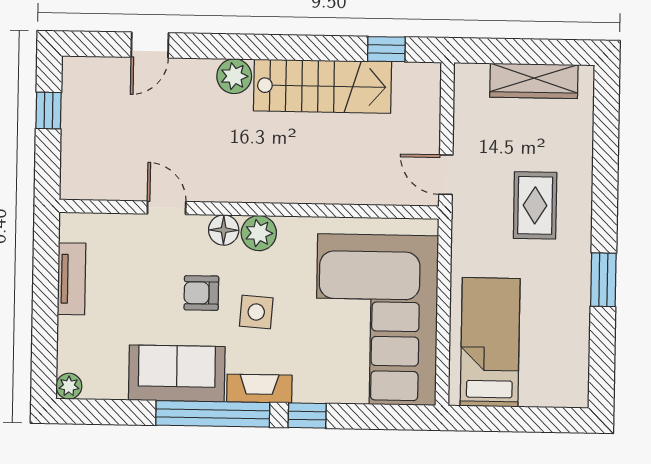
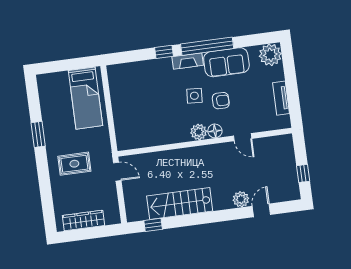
plant: (234, 76) -> (241, 199), moved
rug: (535, 205) -> (74, 164), turned 90
corner sofa: (377, 320) -> (139, 101), removed
plant: (69, 386) -> (270, 55), width x1.87, depth x1.87

